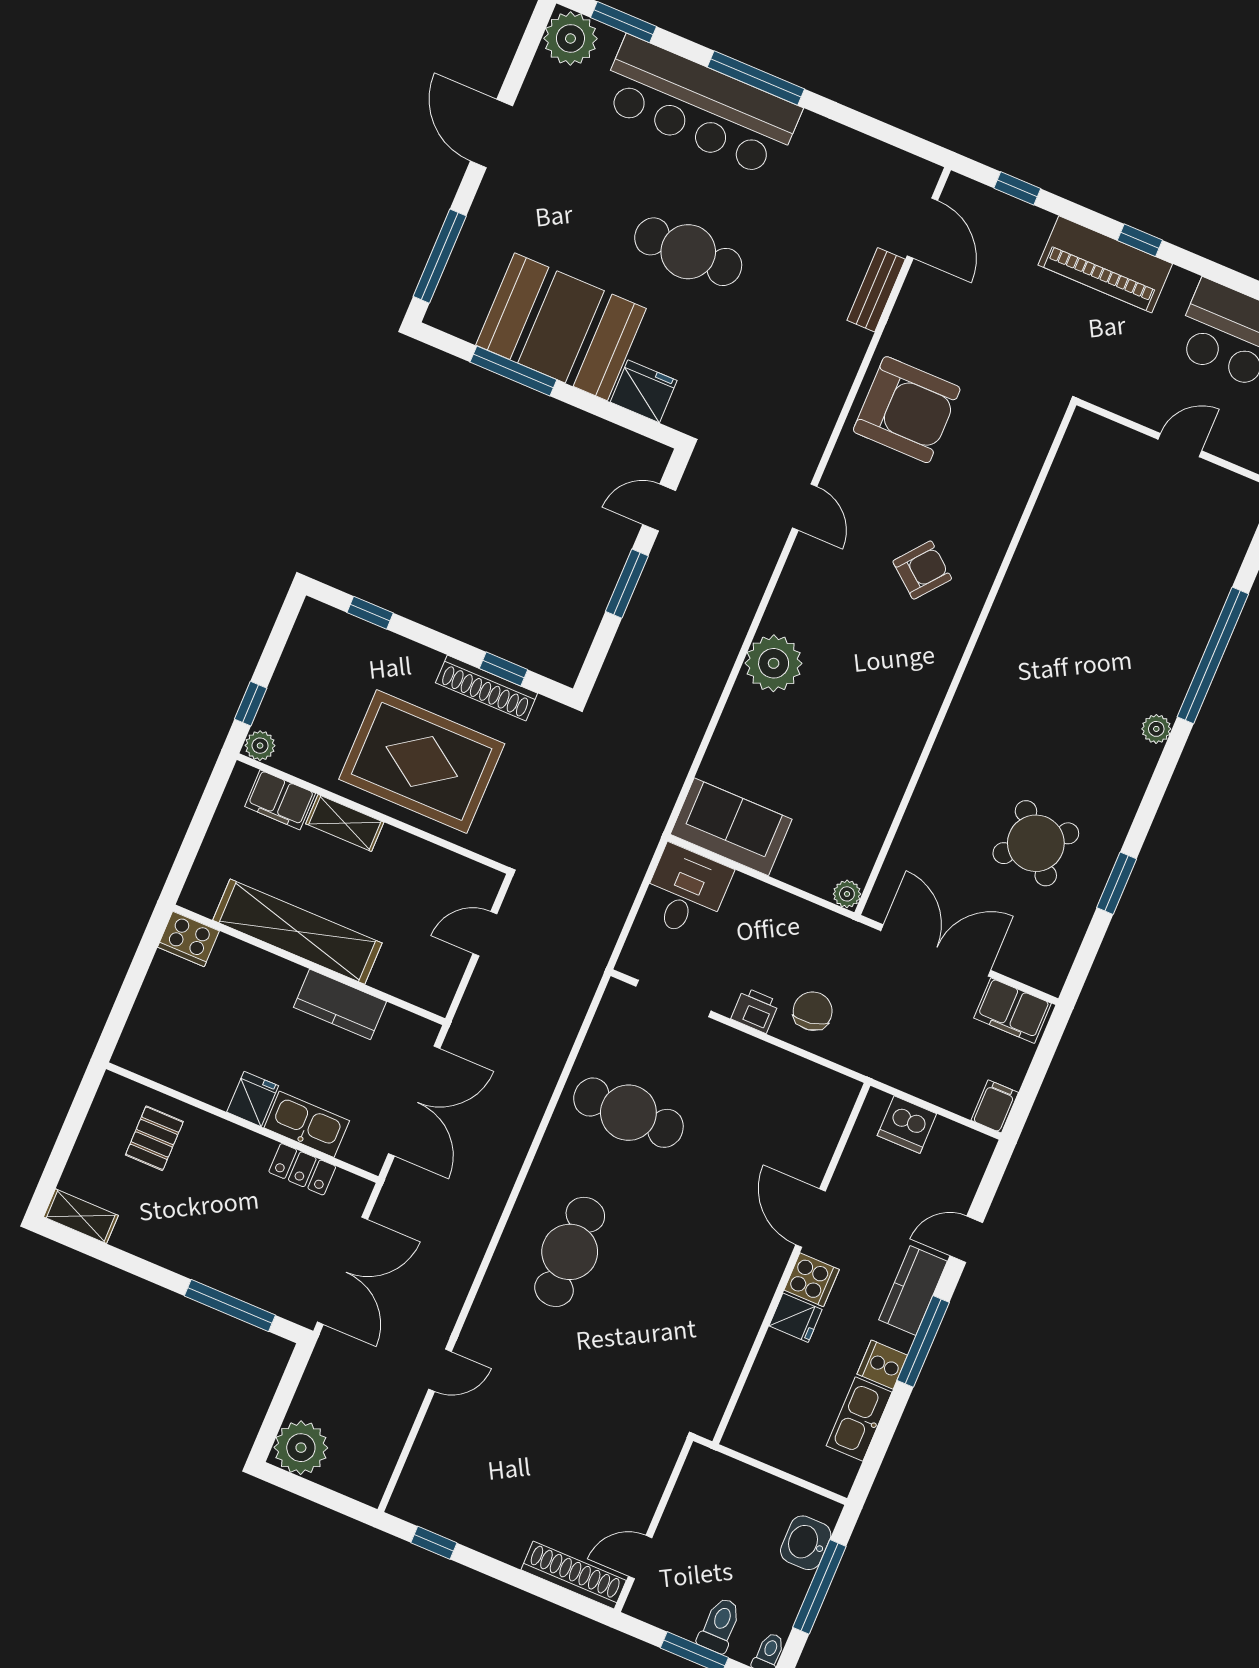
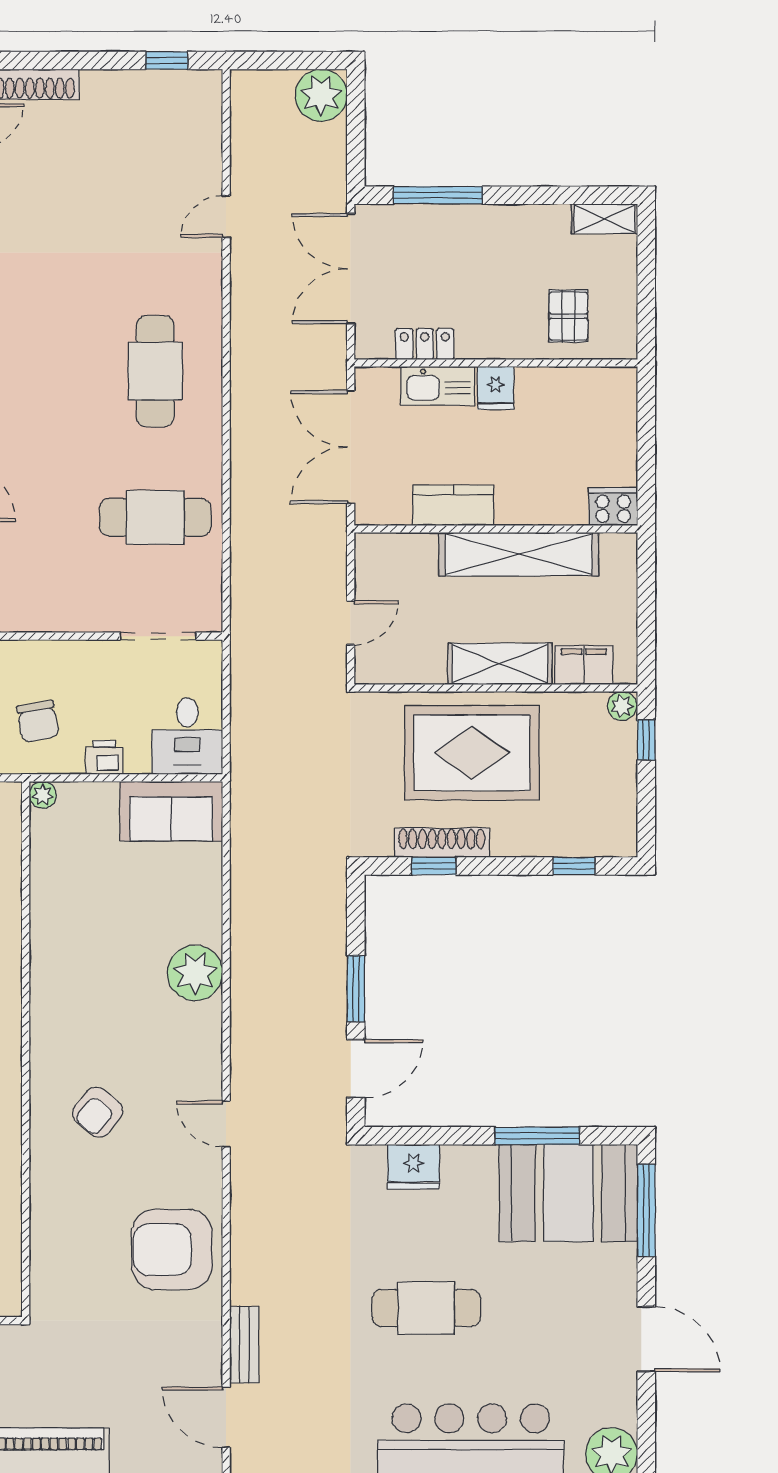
booth: (561, 327) -> (568, 1193), moved
door: (659, 508) -> (356, 1069), width x1.38
shelving: (345, 823) -> (500, 664), width x1.50, depth x1.33
printer: (755, 1010) -> (104, 757), moved, turned 180
chair: (813, 1011) -> (38, 721), moved

